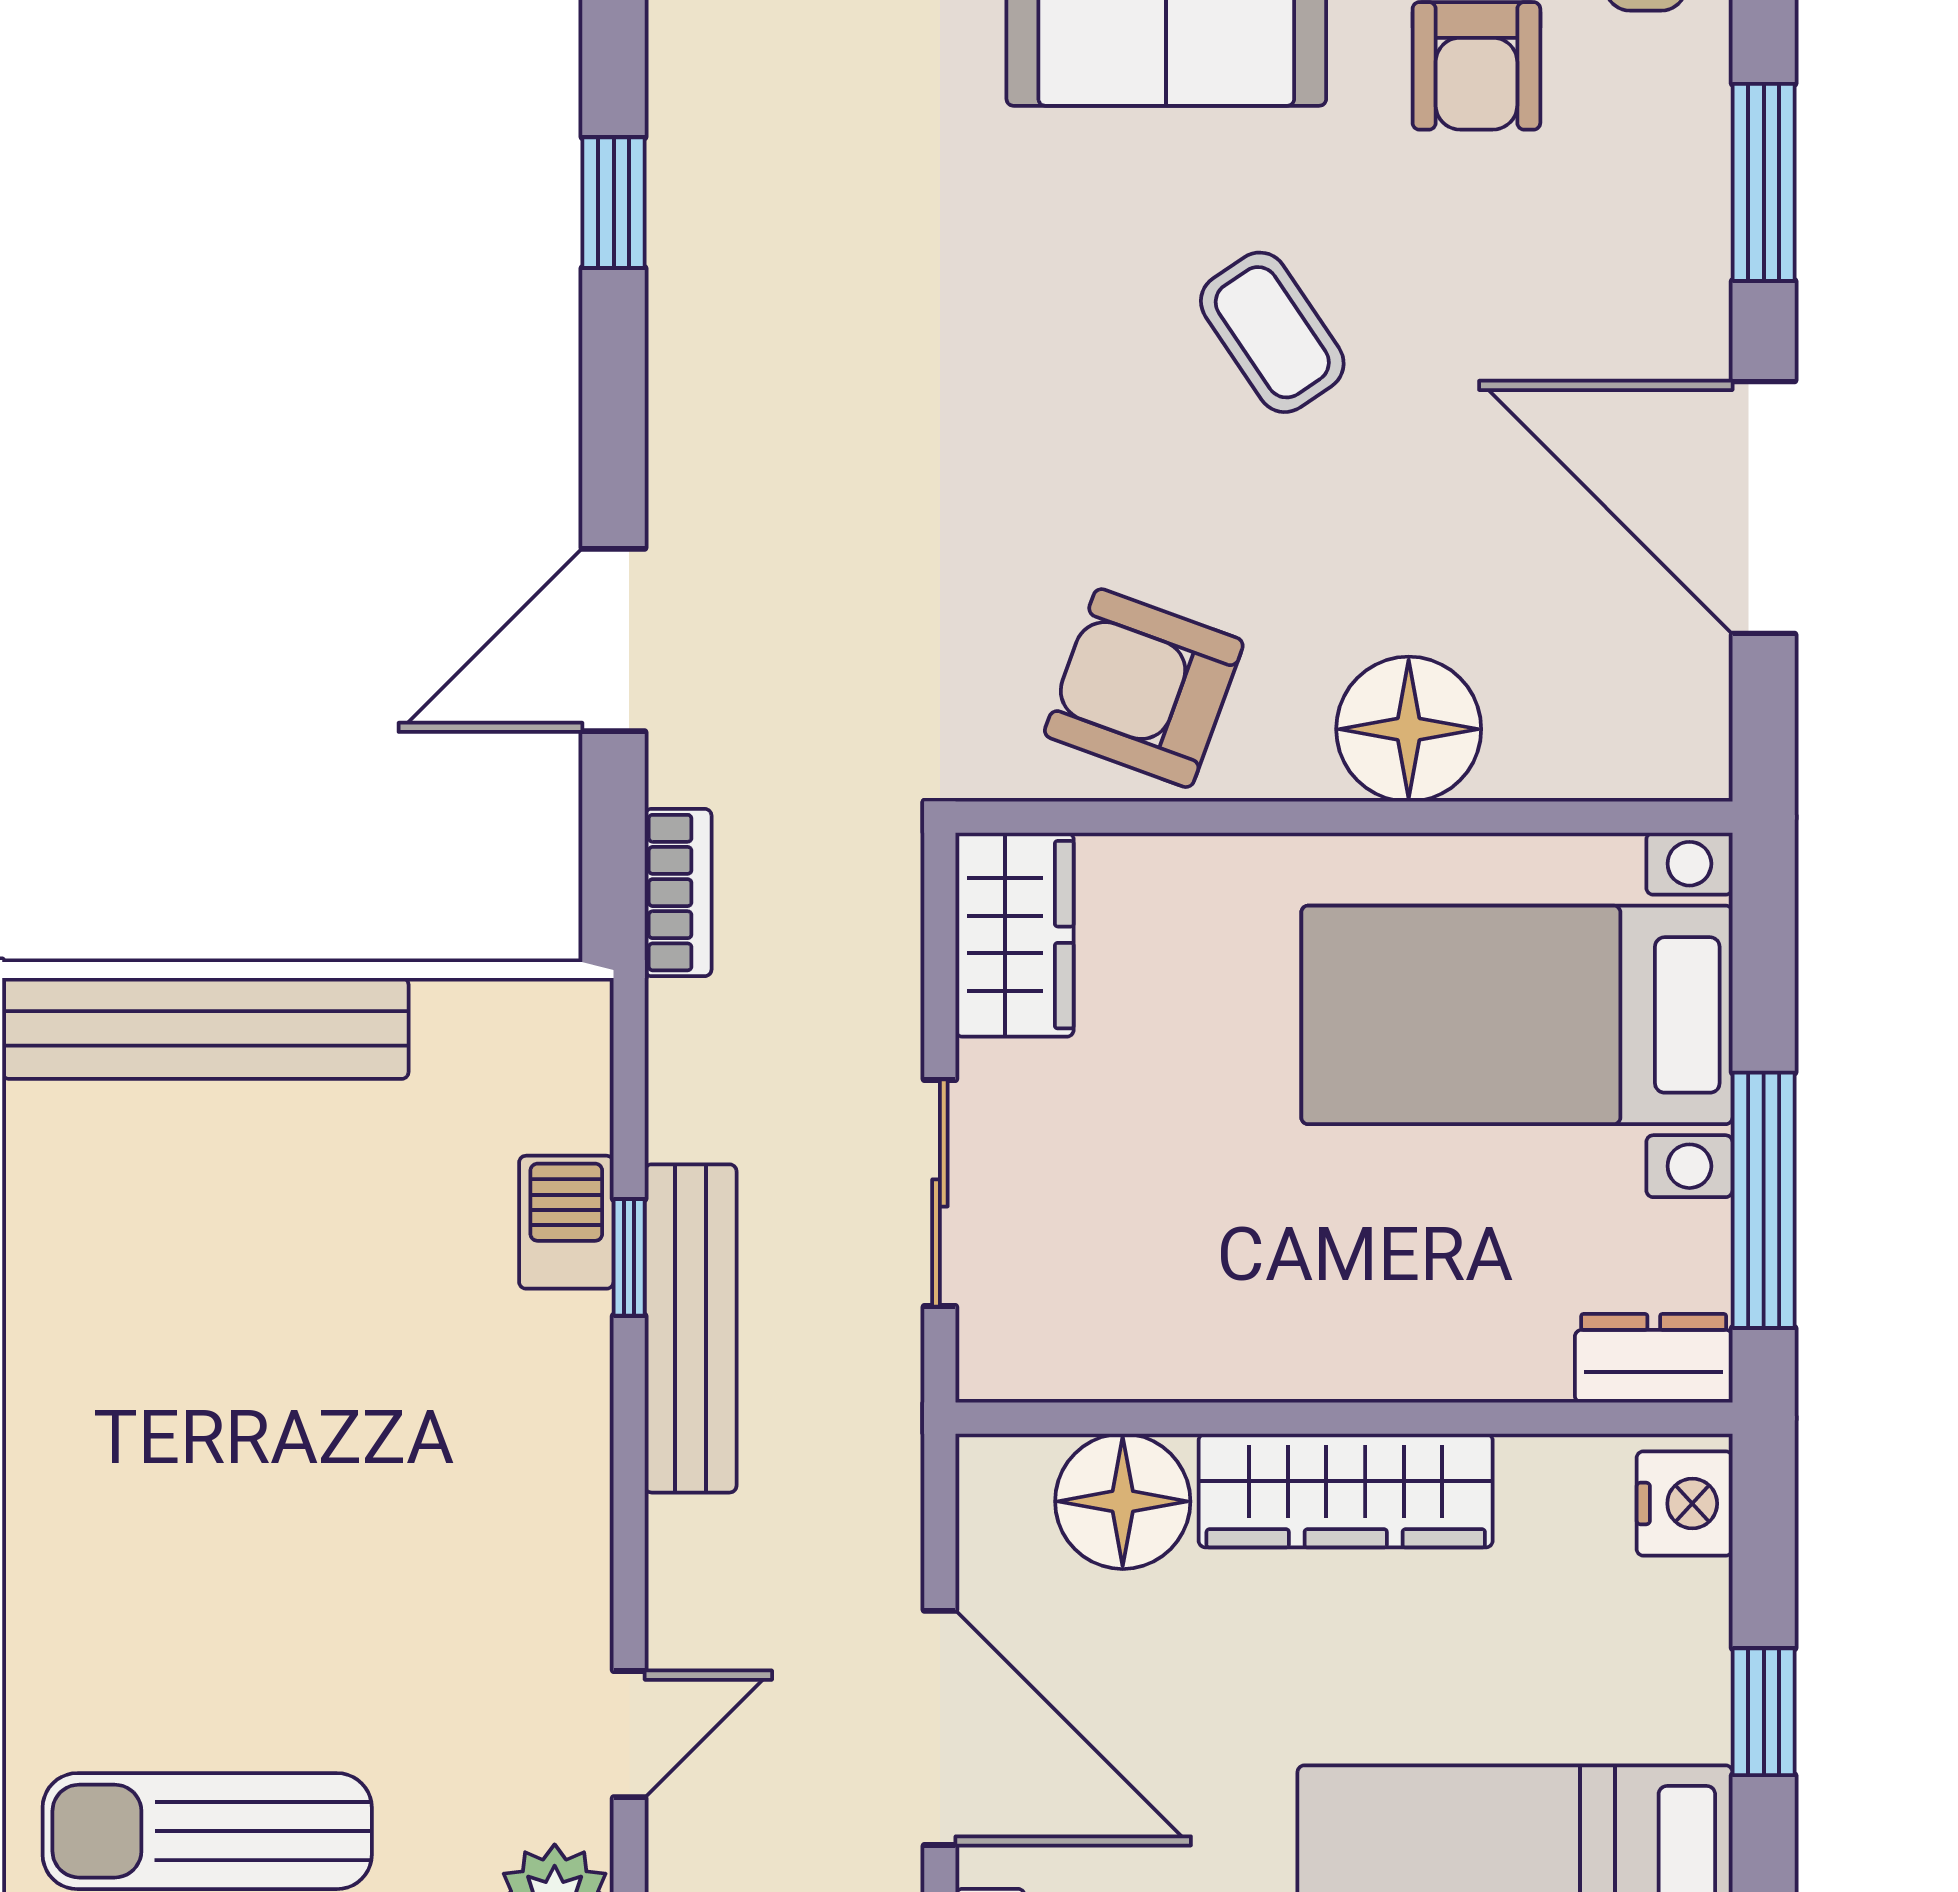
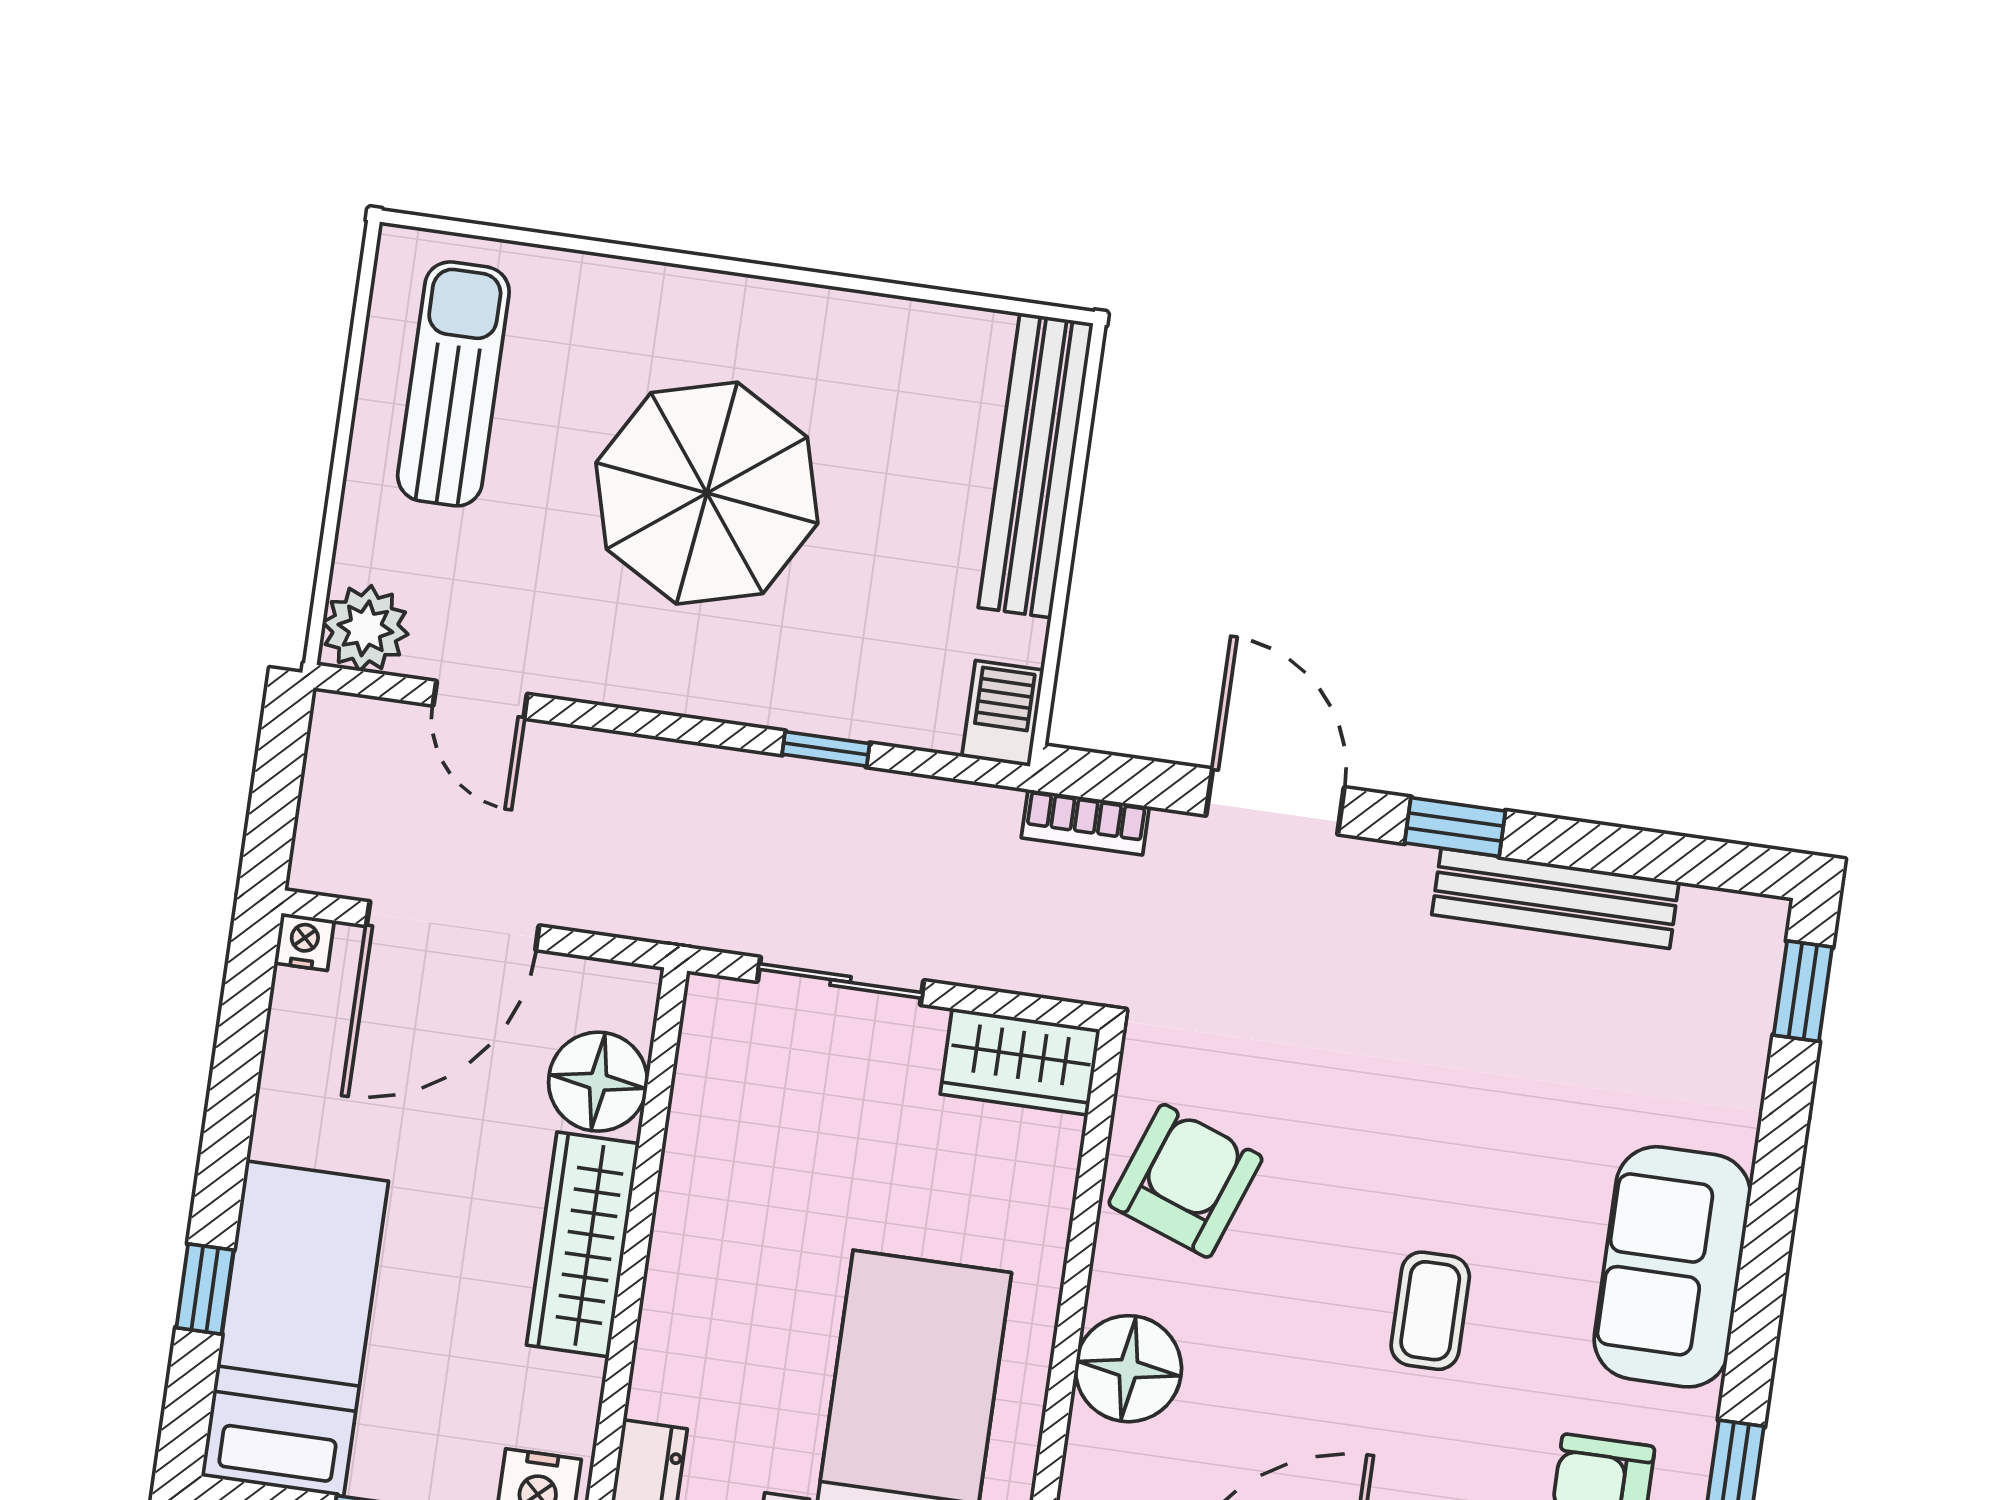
window: (614, 203) -> (1455, 827), moved
coffee table: (1272, 332) -> (1430, 1311), turned -56
barbecue: (566, 1222) -> (1003, 713), moved, turned -90
bench: (691, 1328) -> (1555, 898), moved
parasol: (306, 1467) -> (707, 493), added

